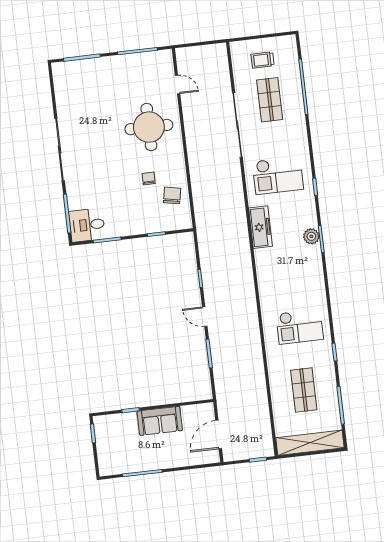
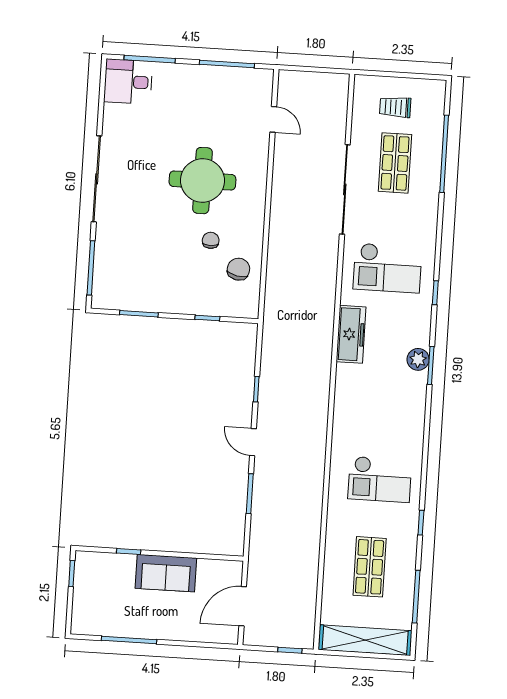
round table: (149, 127) -> (202, 181), moved
desk: (87, 225) -> (128, 82), moved

